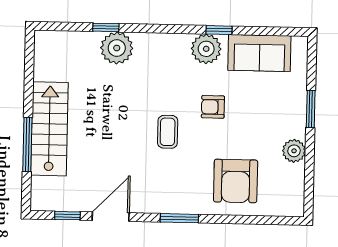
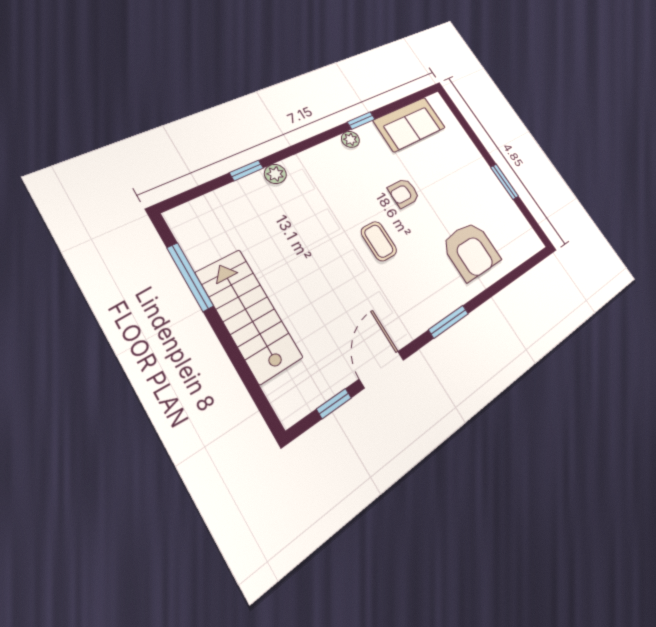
plant: (117, 48) -> (275, 174), width x0.53, depth x0.53
plant: (206, 49) -> (350, 139), width x0.53, depth x0.53
window: (311, 109) -> (505, 182), moved
window: (27, 145) -> (190, 277), moved
plant: (294, 151) -> (496, 194), removed

